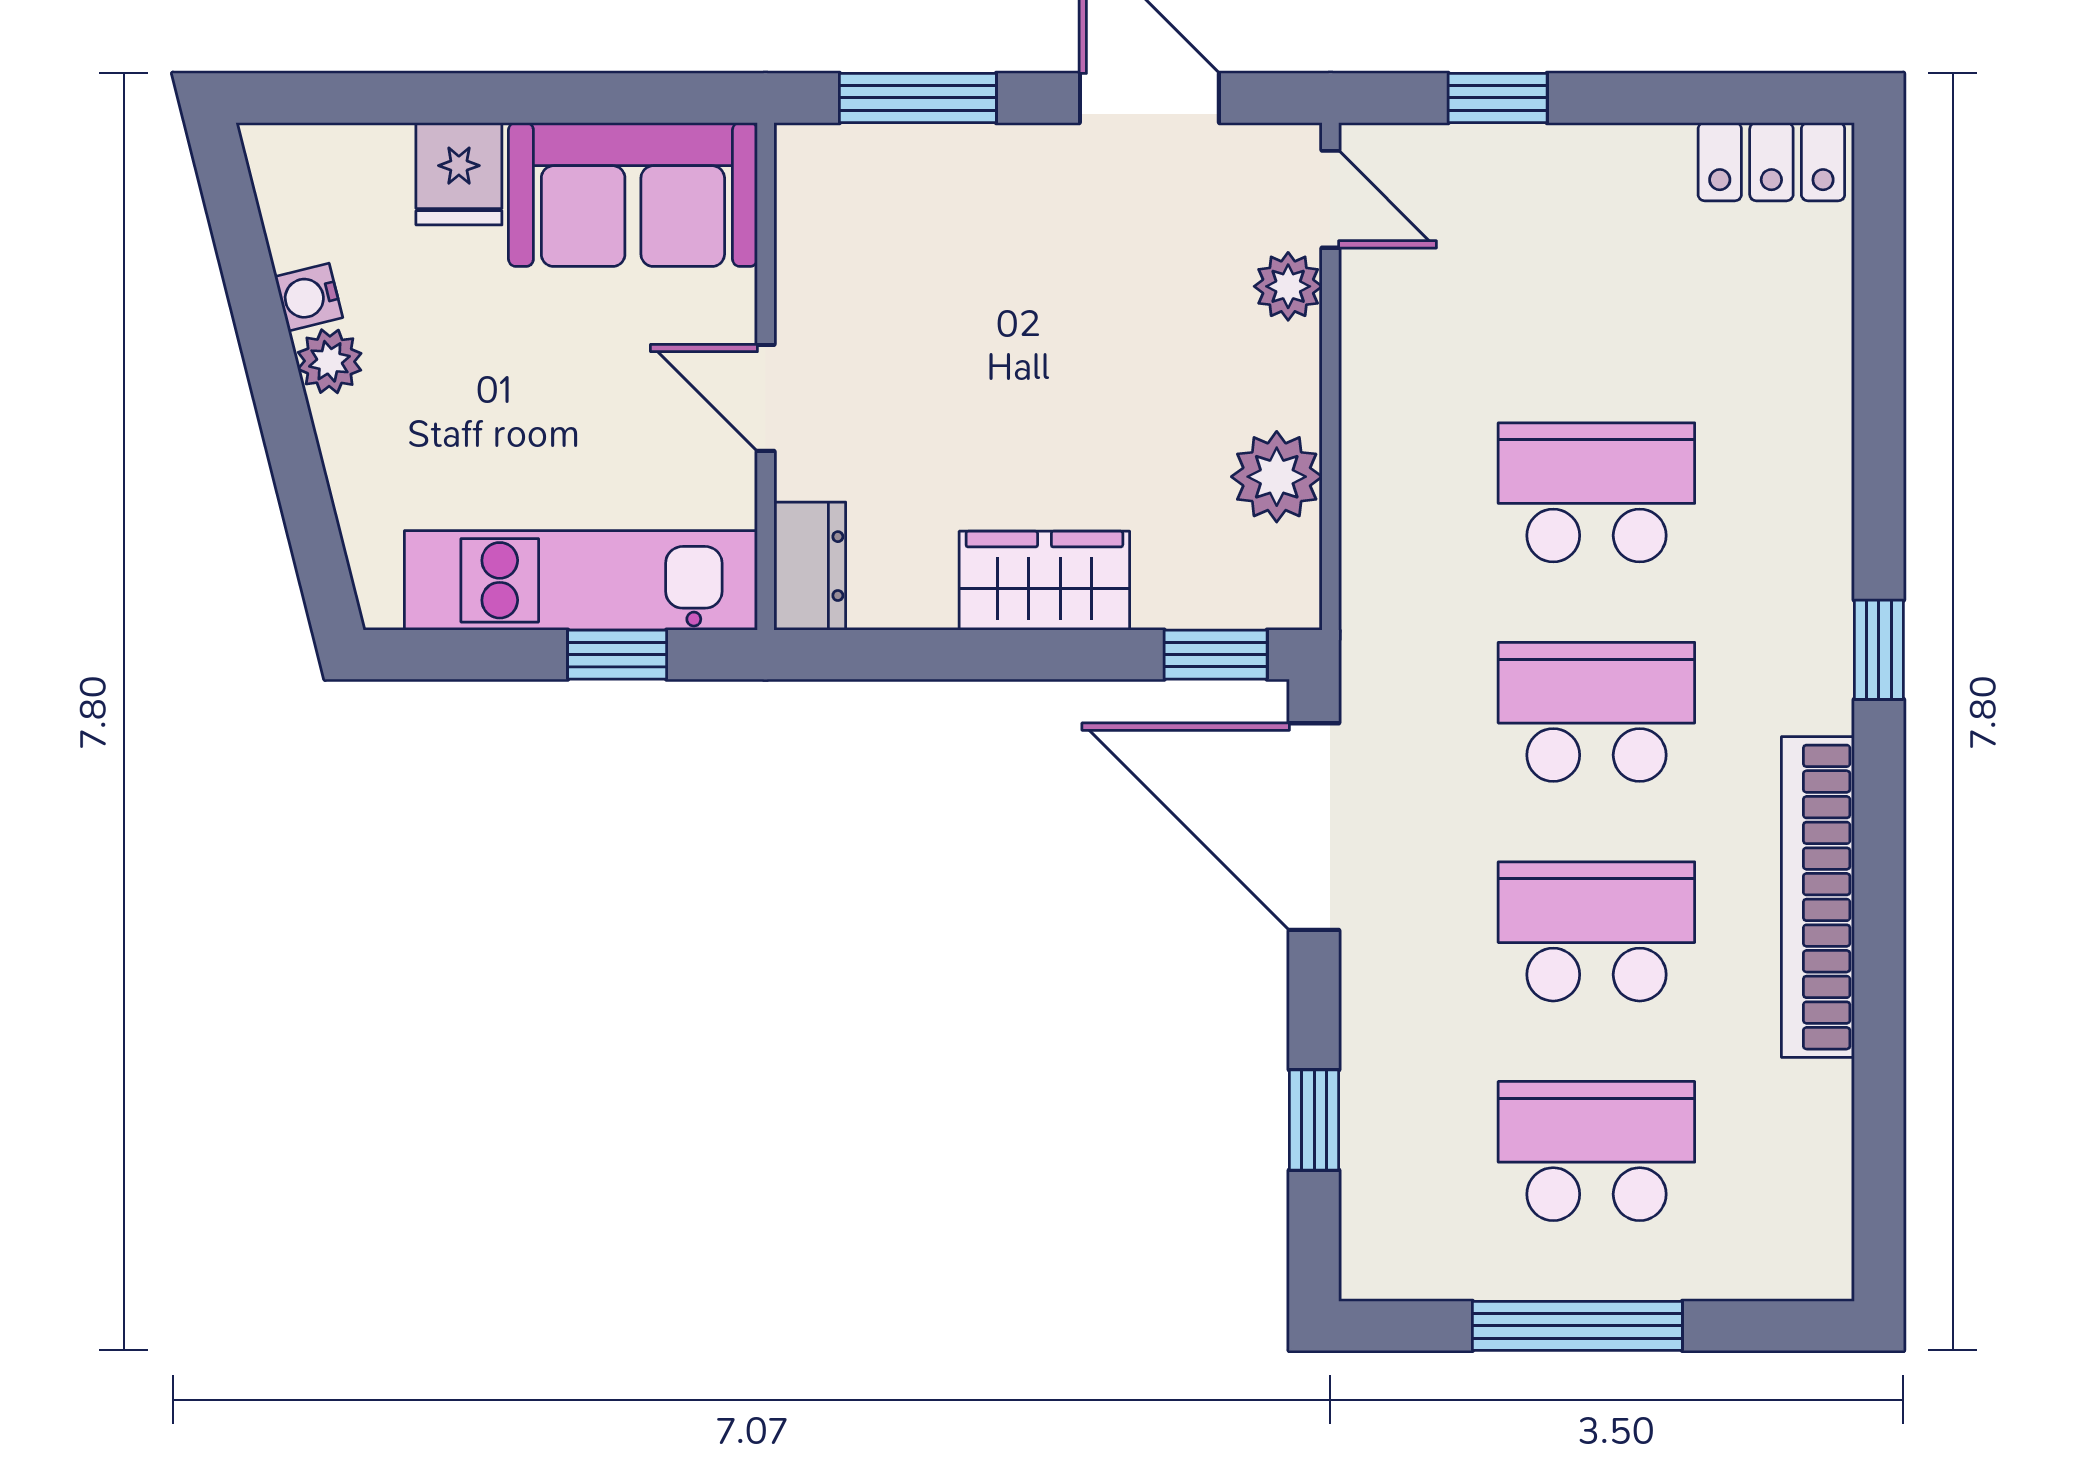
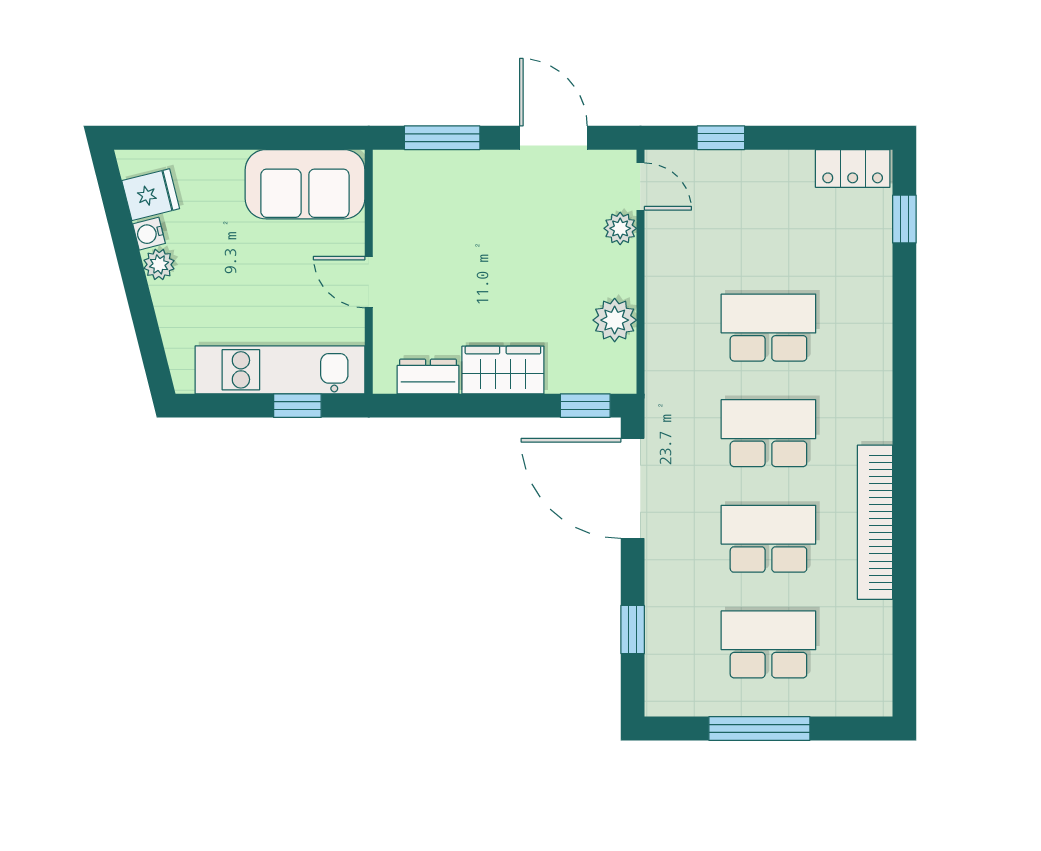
fridge: (459, 174) -> (151, 195), moved, turned -104
dresser: (810, 566) -> (428, 376), moved, turned -90
window: (1879, 650) -> (904, 219), moved

